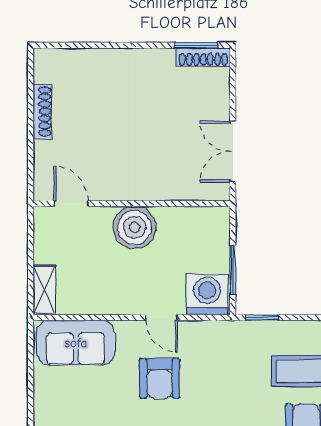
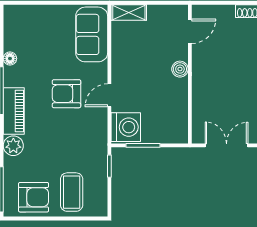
boiler: (135, 227) -> (180, 69), width x0.54, depth x0.54

